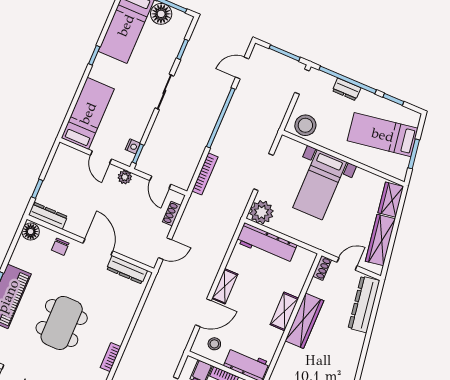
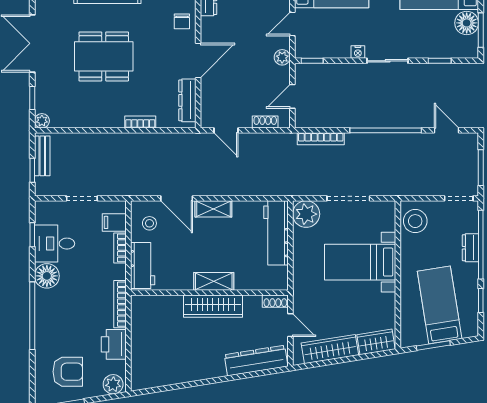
nightstand: (133, 146) -> (358, 52), moved
chair: (60, 247) -> (182, 21), turned -90
bookcase: (111, 357) -> (140, 122), moved

